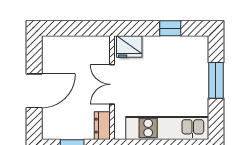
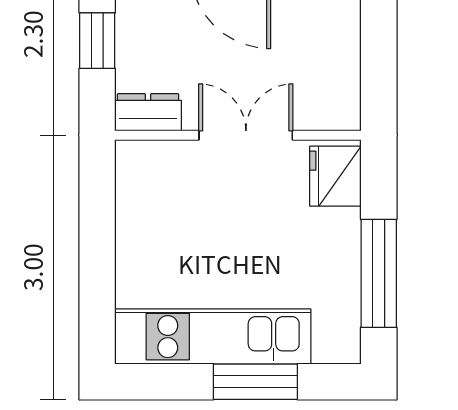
window: (170, 28) -> (379, 273), width x2.17
kitchen unit: (167, 128) -> (213, 337), moved, turned -90

